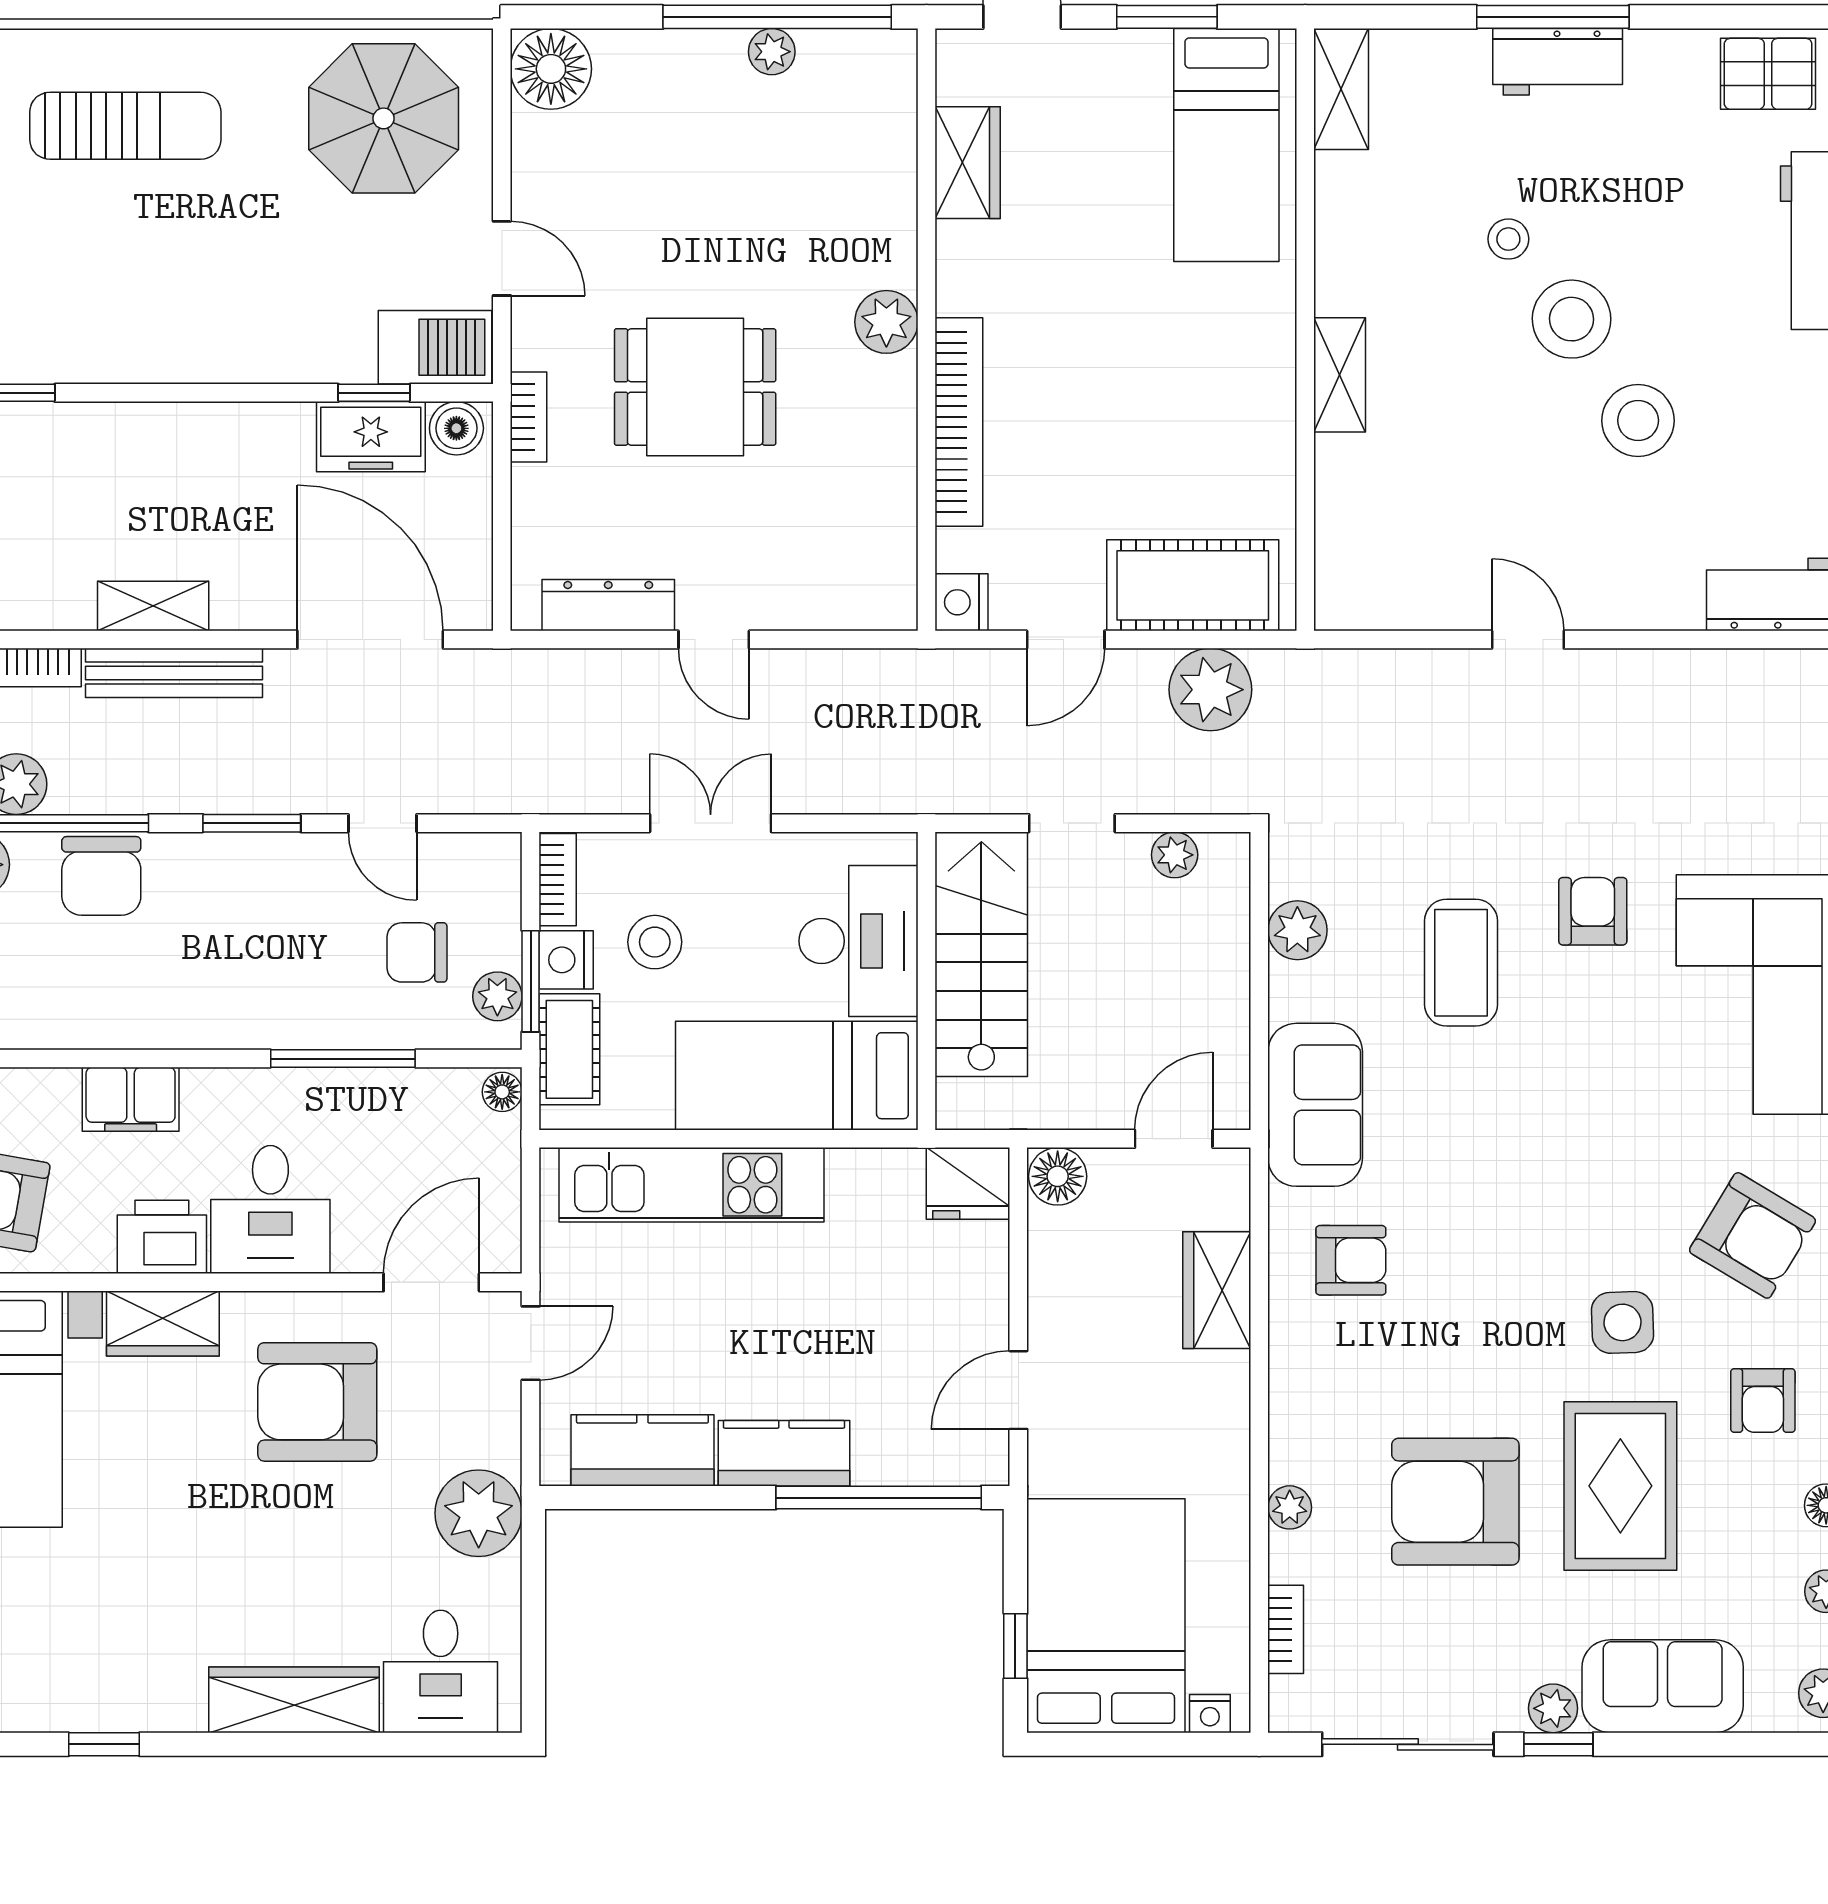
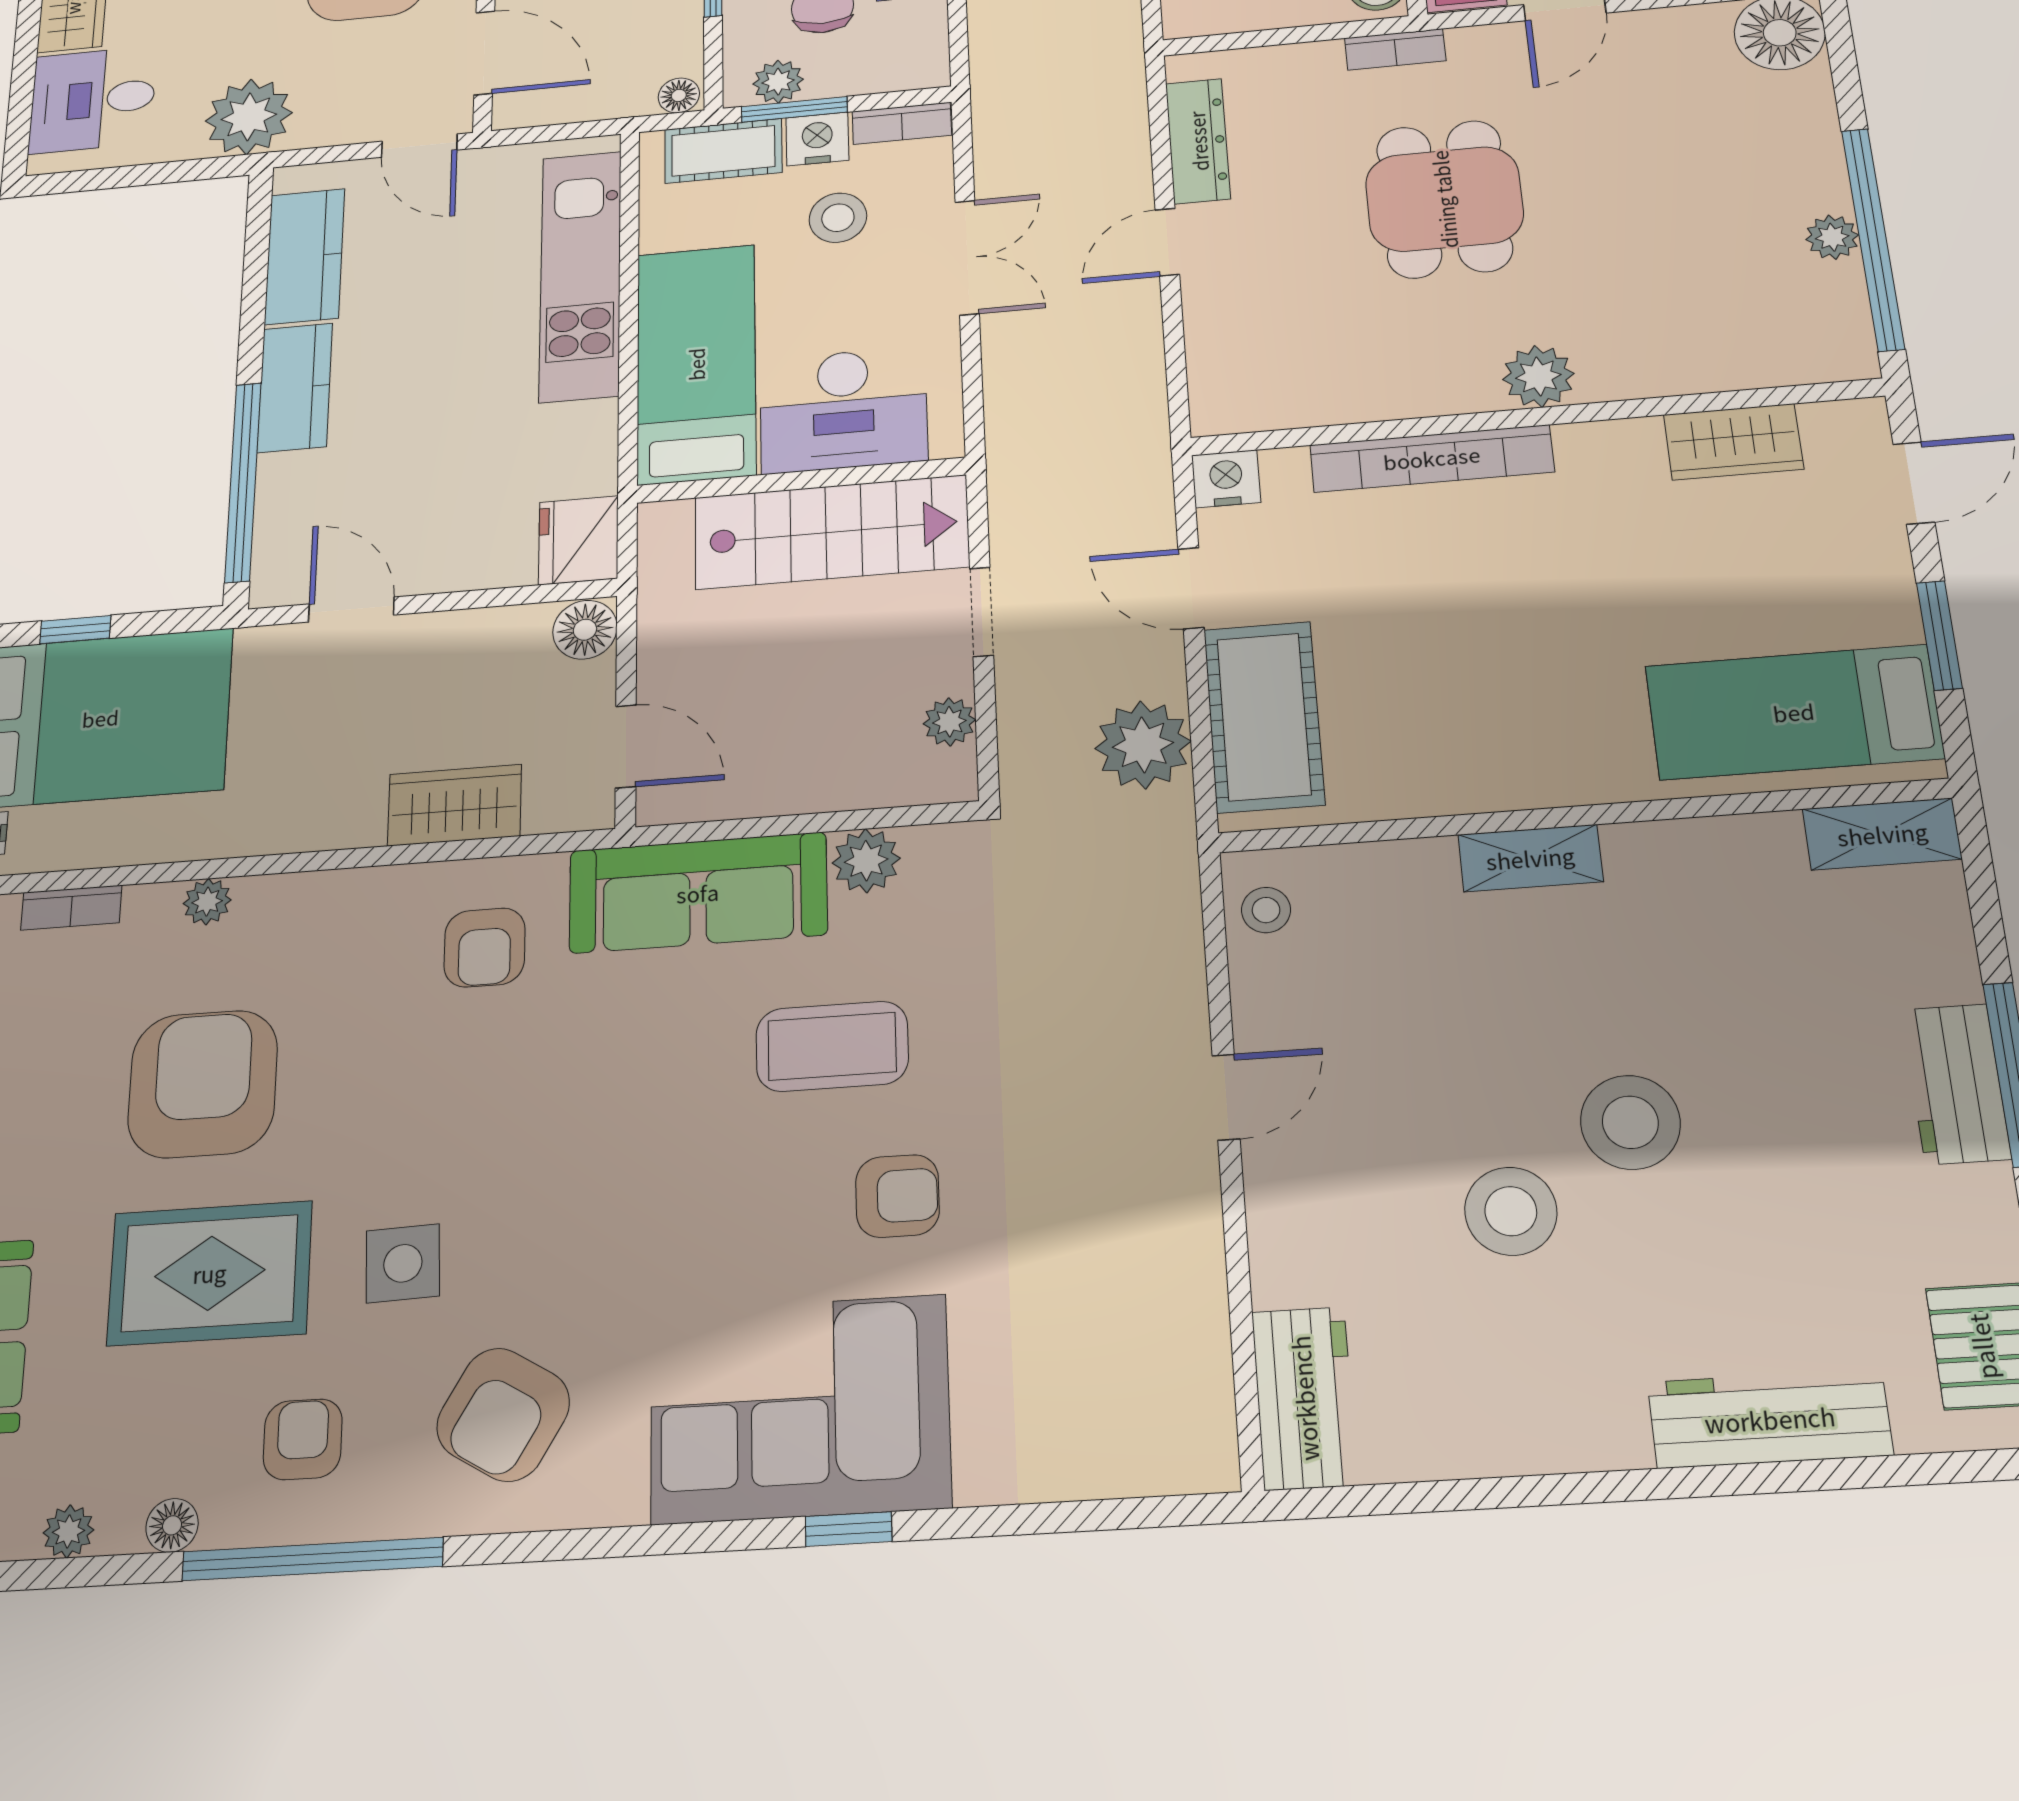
stool: (1508, 239) -> (1266, 910), moved
sofa: (1315, 1105) -> (698, 893), width x1.36
armchair: (1763, 1401) -> (303, 1439), turned 90

